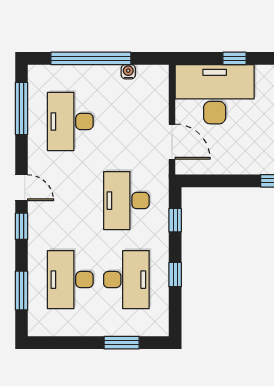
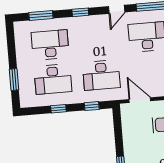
door: (172, 142) -> (140, 100), swing flipped
door: (22, 188) -> (117, 9), moved
desk: (126, 201) -> (101, 75), turned 180

